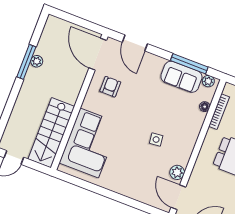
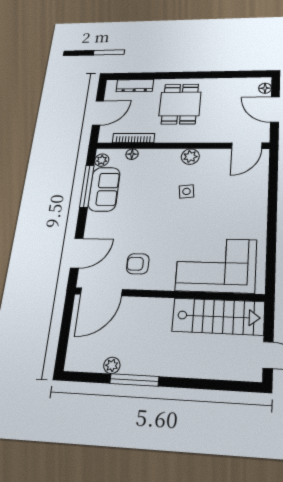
plant: (37, 61) -> (112, 365), moved
plant: (177, 172) -> (190, 157), moved

